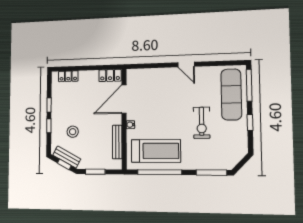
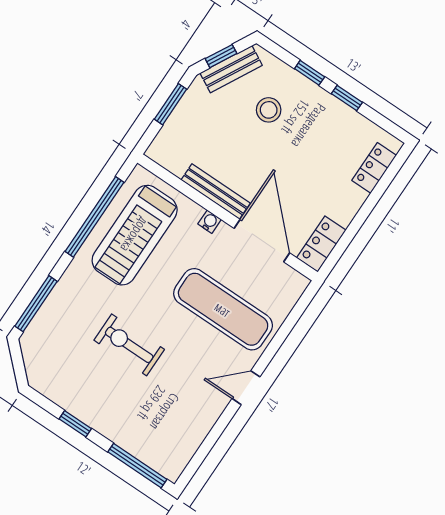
exercise mat: (231, 94) -> (223, 309), moved
bench: (117, 142) -> (216, 191), moved

